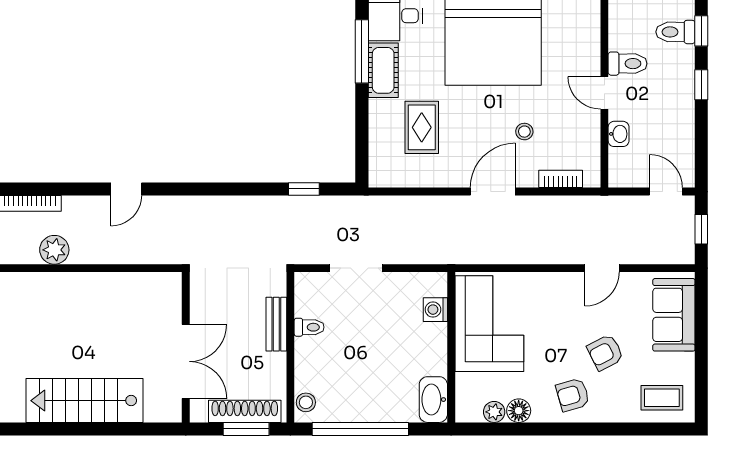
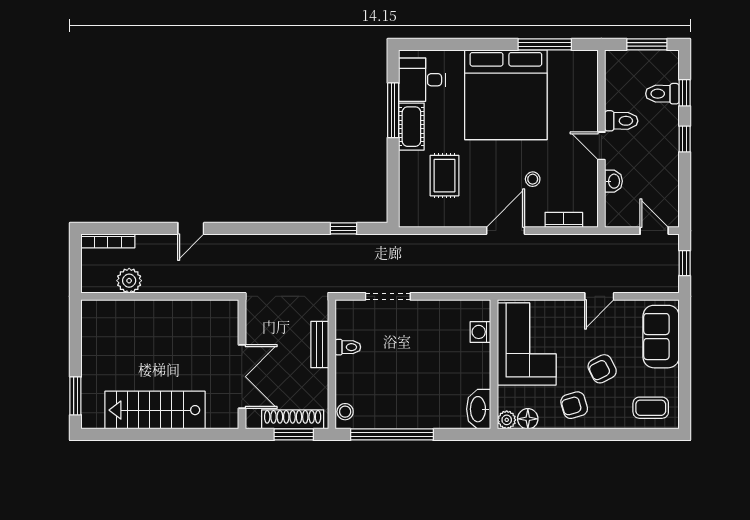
washing machine: (435, 310) -> (480, 332), moved
corner sofa: (489, 324) -> (527, 344), moved
wall: (451, 347) -> (494, 364), moved
washbasin: (433, 400) -> (479, 409), moved

